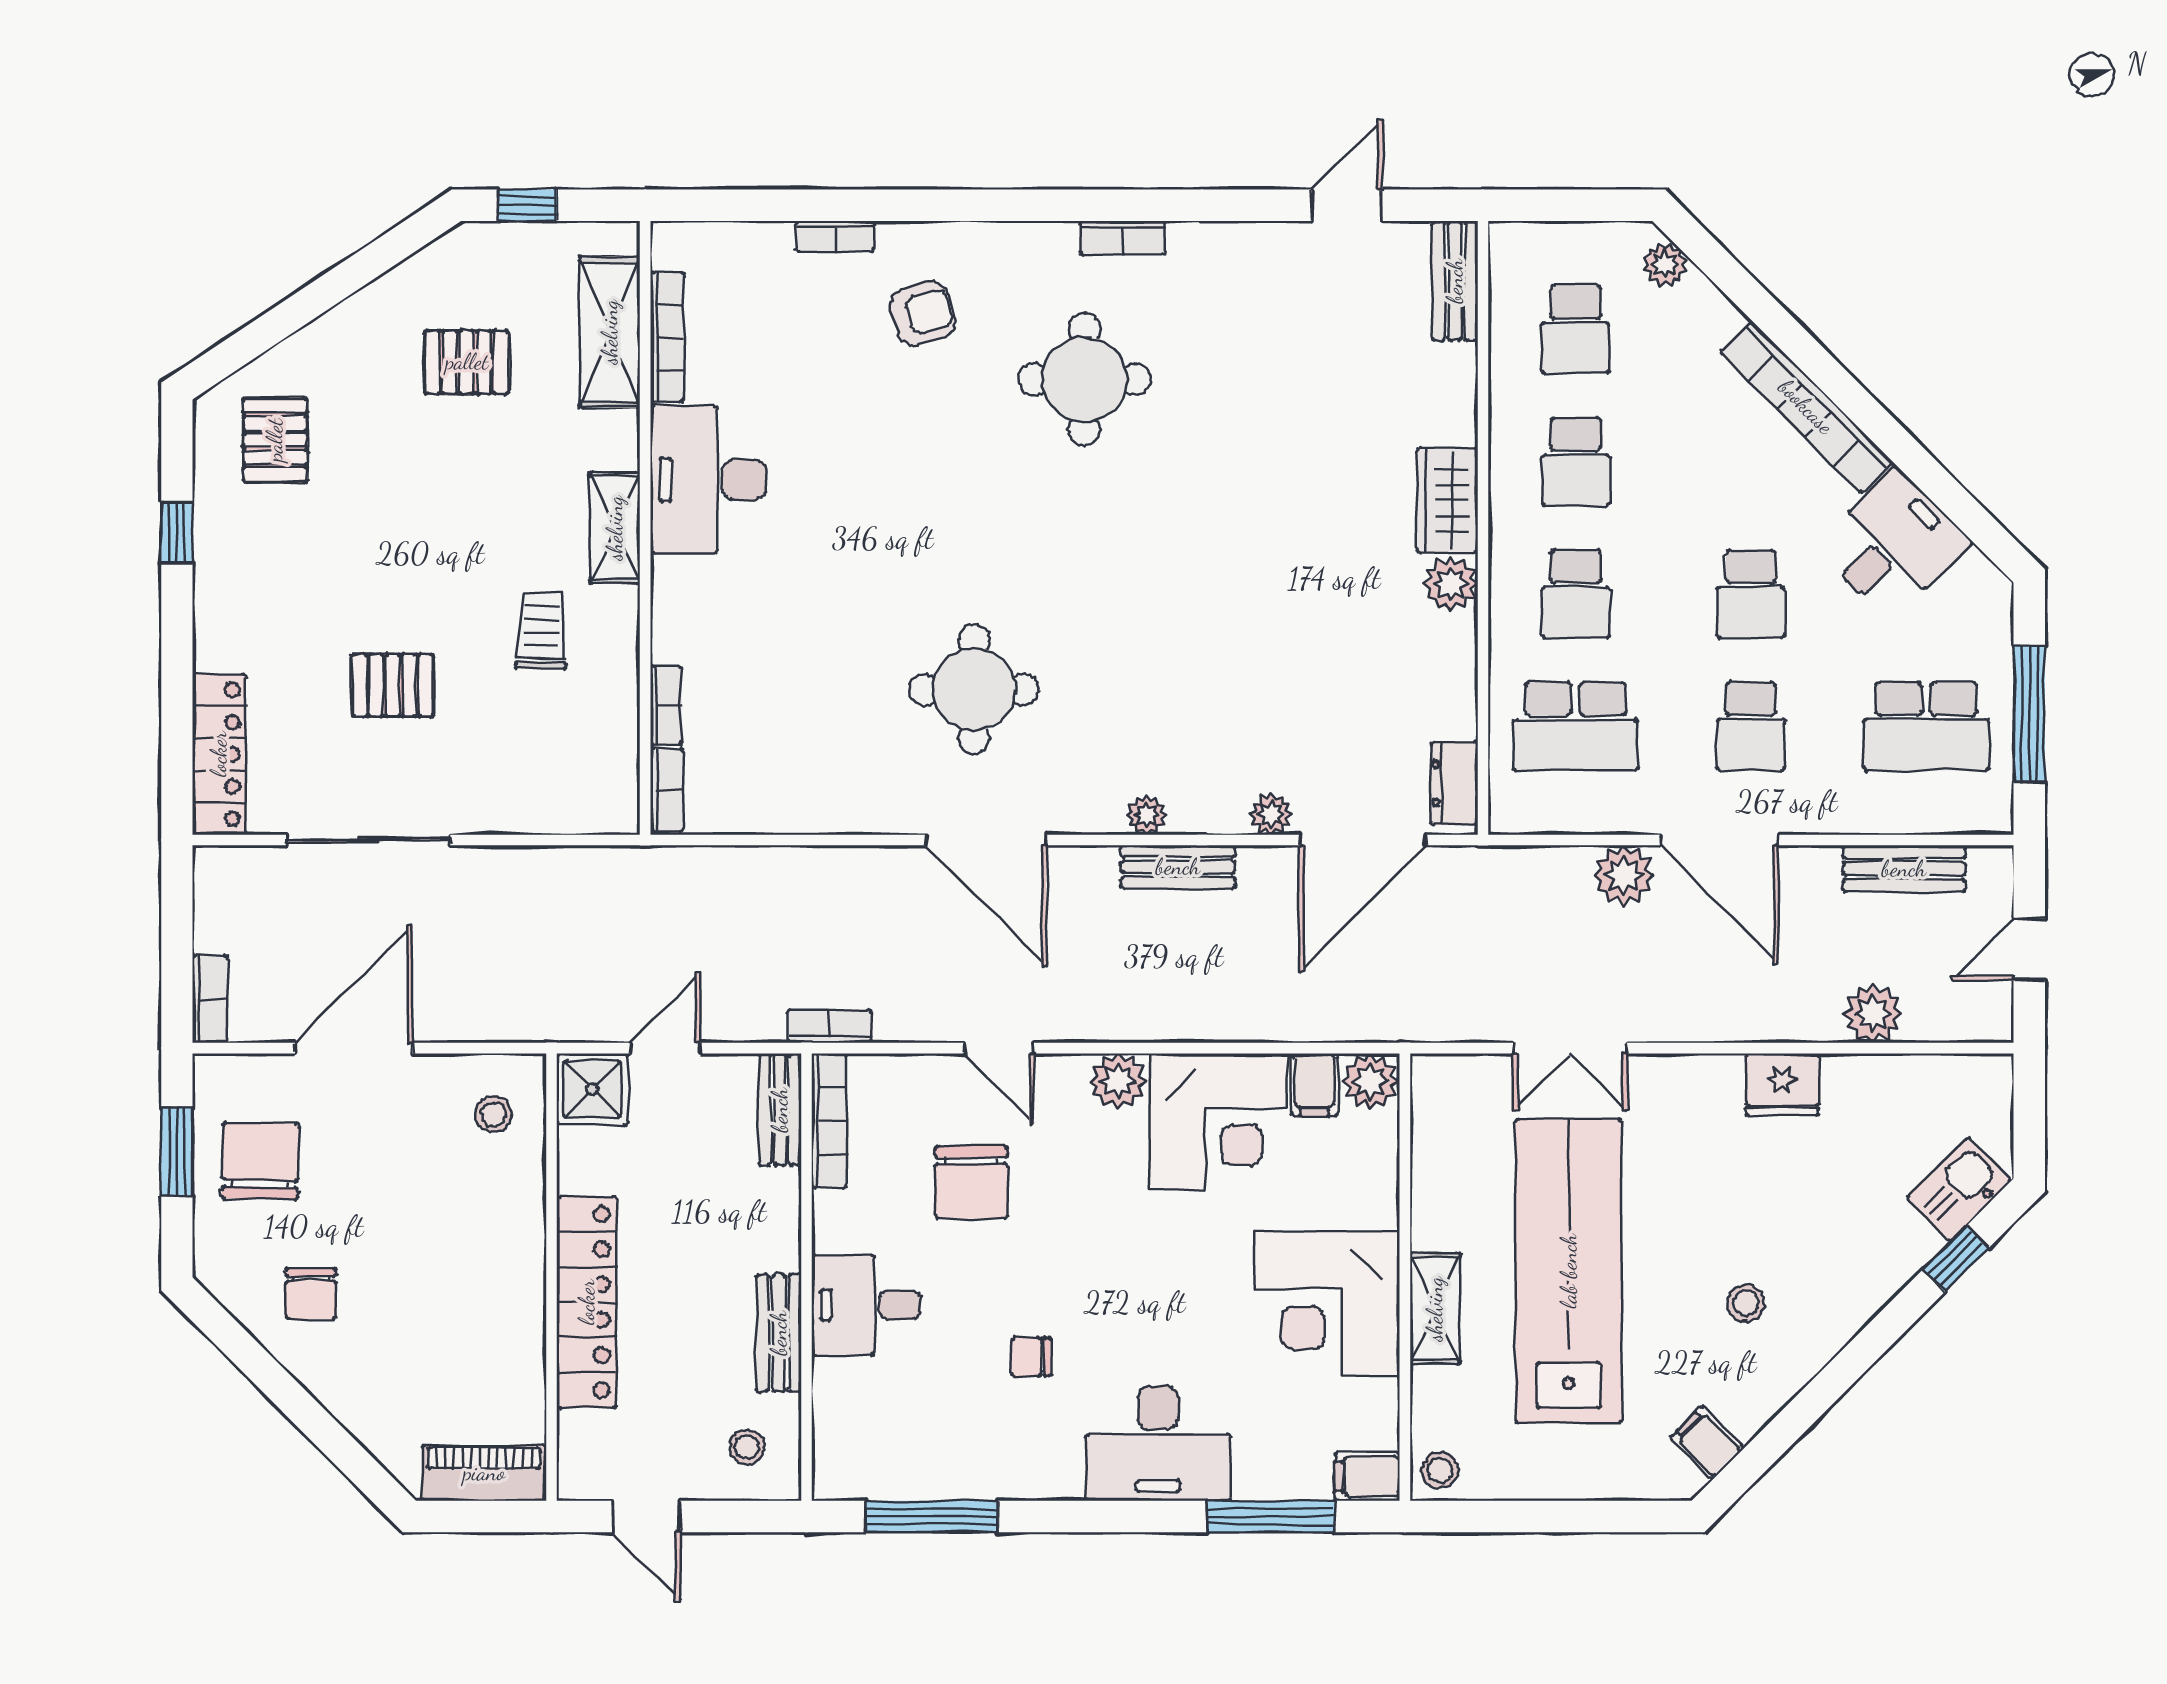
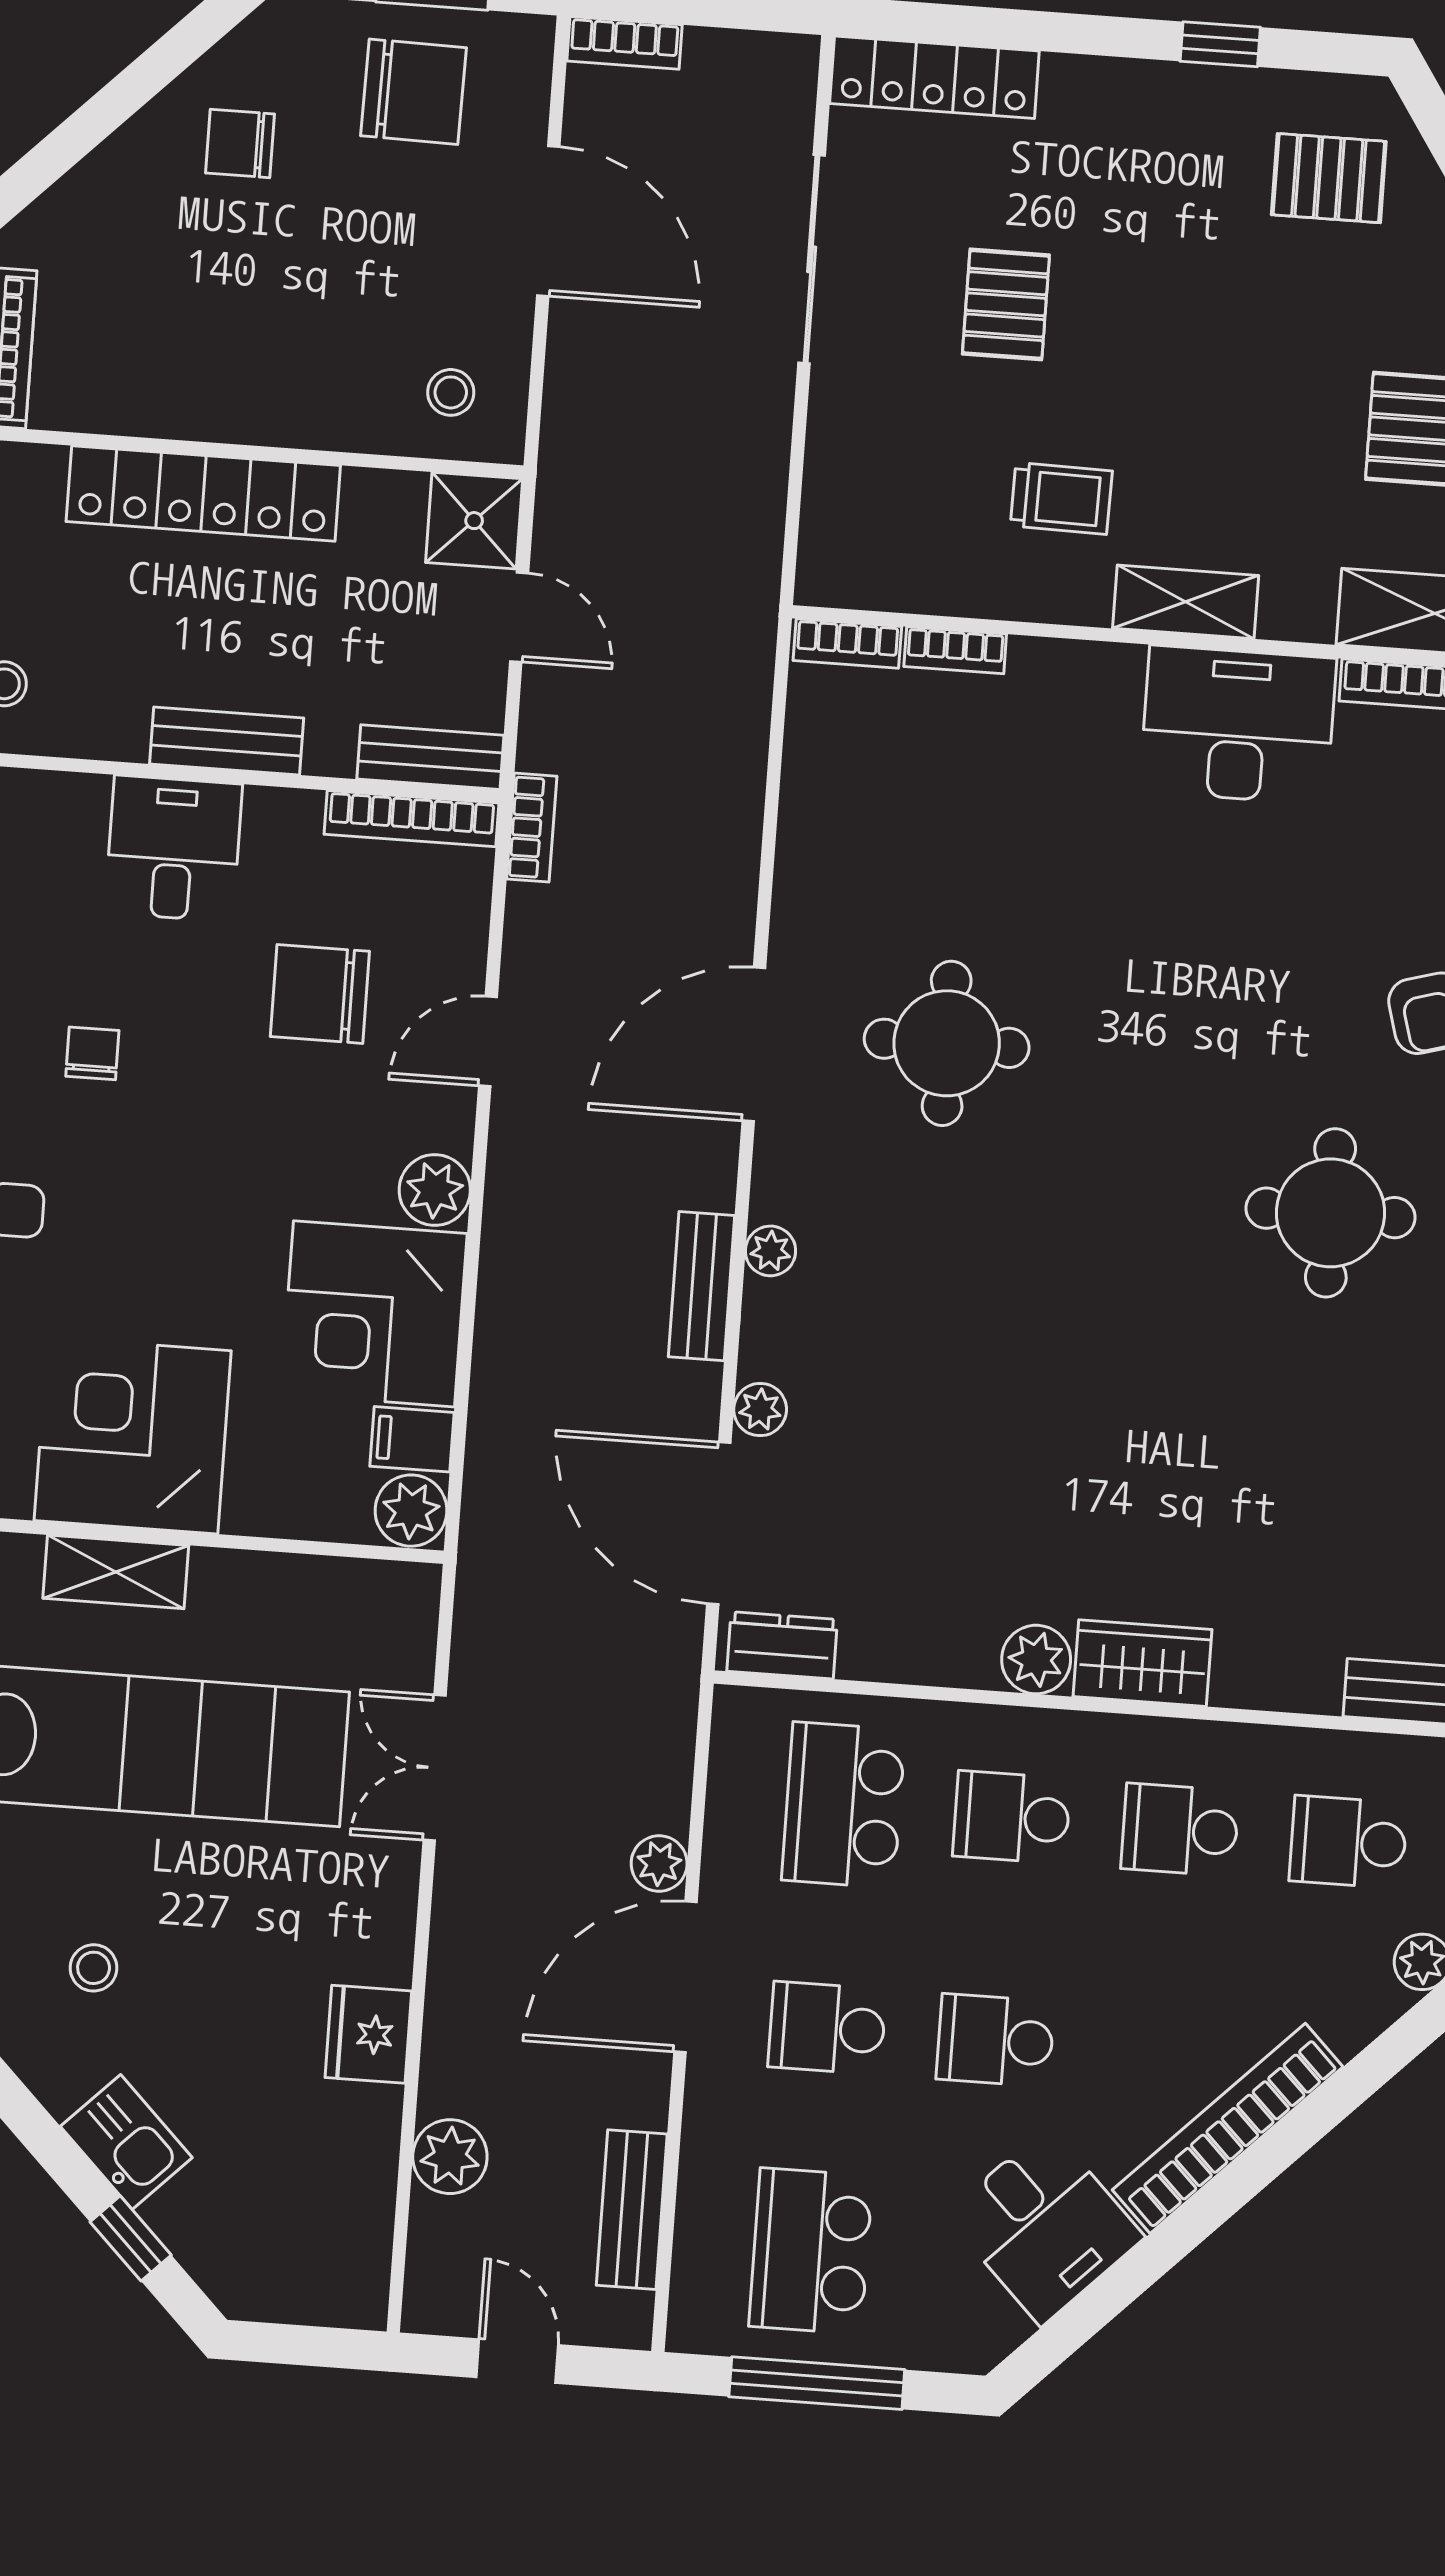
plant: (1624, 875) -> (659, 1864), width x0.73, depth x0.73
kitchen sink: (1959, 1189) -> (126, 2142), moved
bench: (779, 1333) -> (227, 741), moved

